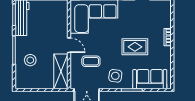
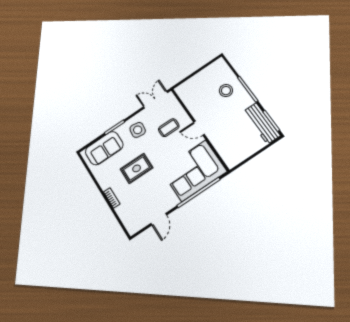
shelving: (61, 71) -> (190, 100), removed

